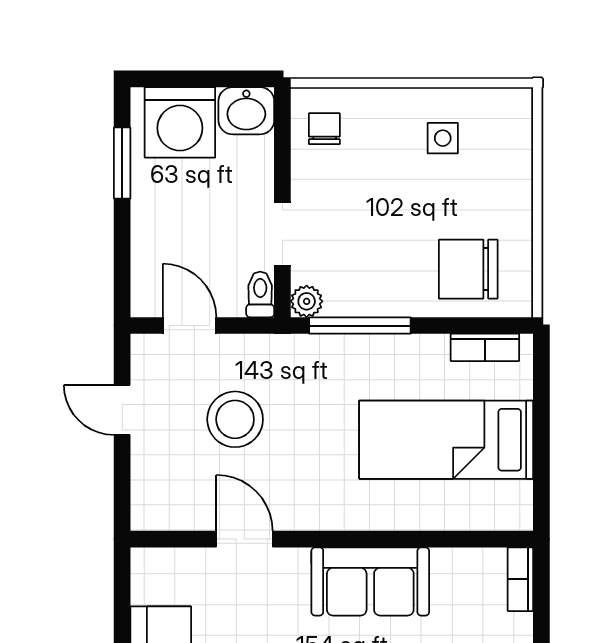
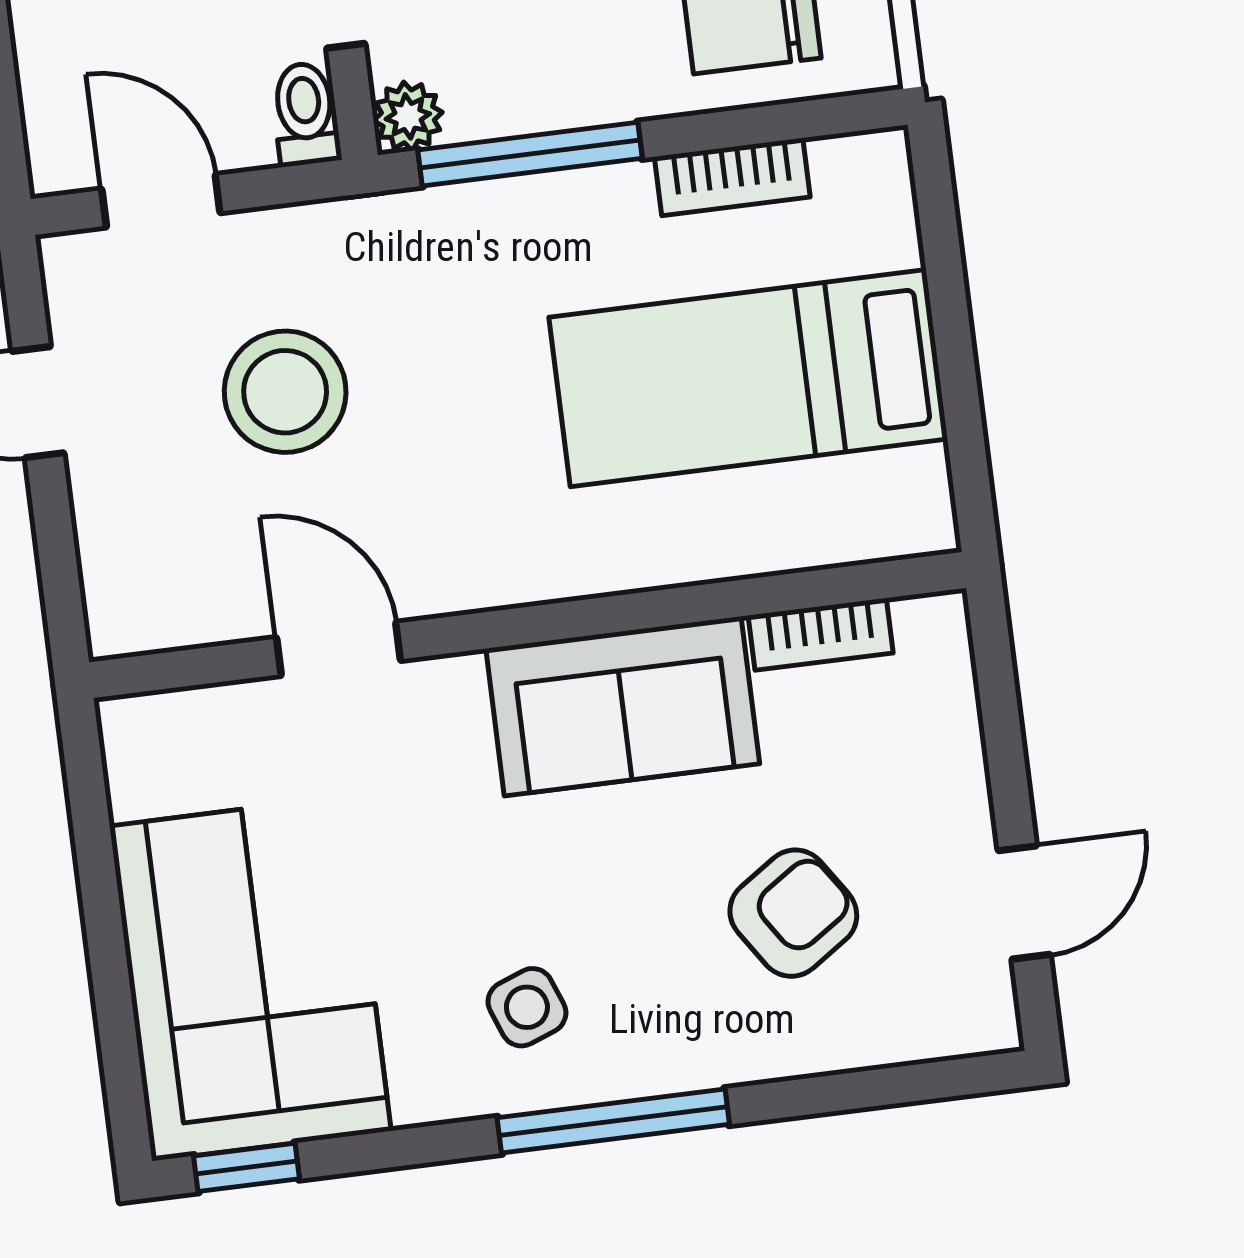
bookcase: (485, 347) -> (732, 177), moved
bookcase: (520, 579) -> (821, 634), moved, turned -90

